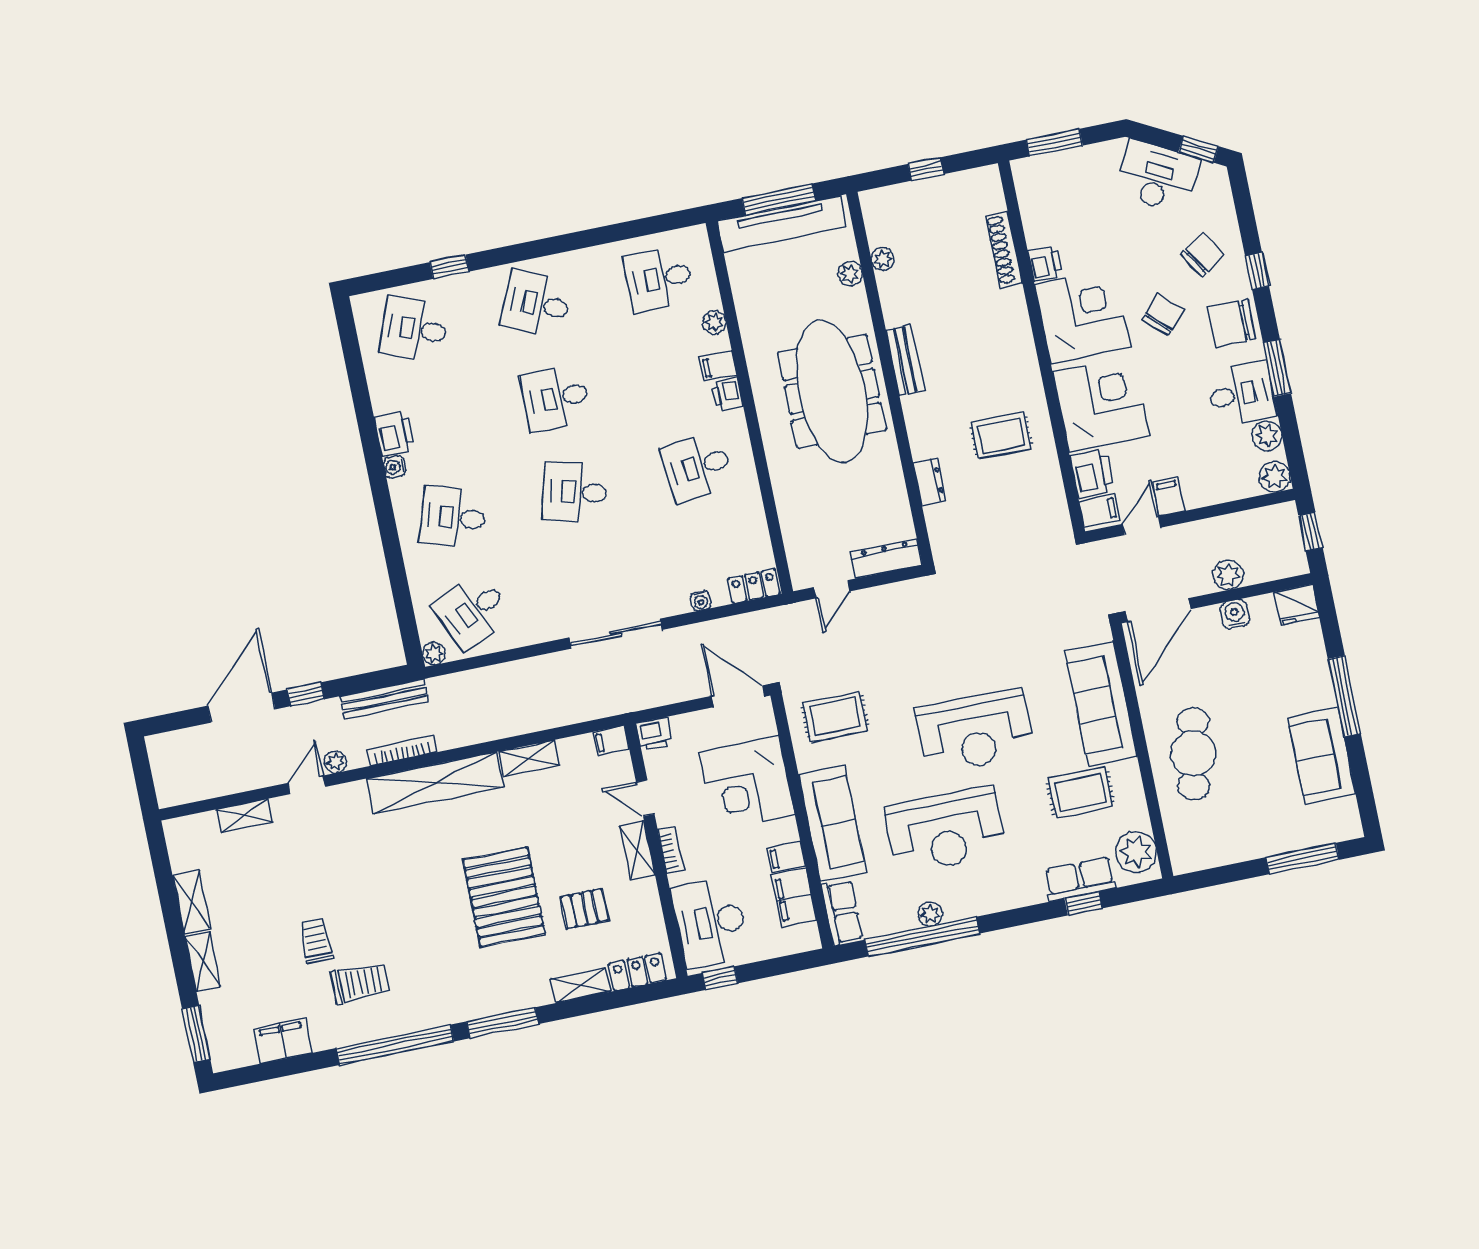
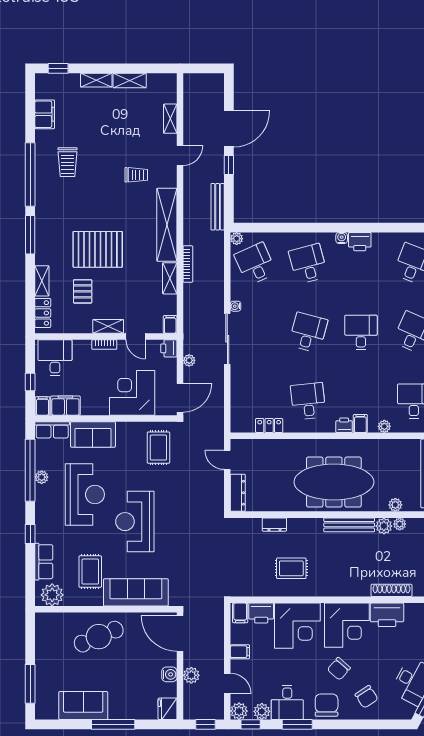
printer: (1045, 263) -> (387, 615), width x1.87, depth x1.48
window: (1257, 271) -> (251, 724), moved
plant: (892, 286) -> (384, 526), added
chair: (1163, 314) -> (339, 669), turned 88
bench: (905, 361) -> (349, 525), width x1.36
rug: (1001, 436) -> (291, 568), turned 90
desk: (453, 517) -> (308, 264), turned -33
door: (1142, 526) -> (227, 683), moved
locker: (754, 586) -> (269, 425), moved, turned -90
water cooler: (701, 601) -> (236, 306), moved
door: (242, 708) -> (229, 129), hinge flipped
bookcase: (402, 751) -> (188, 264), moved
cafe table: (1193, 754) -> (99, 637), turned -34
plant: (335, 762) -> (189, 360), moved
door: (307, 785) -> (180, 155), hinge flipped
door: (645, 798) -> (135, 336), swing flipped
sofa: (832, 824) -> (93, 434), width x0.73
reception desk: (945, 830) -> (85, 494), turned 180
filing cabinet: (786, 857) -> (43, 406), moved
window: (1083, 903) -> (30, 534), moved
desk: (710, 923) -> (55, 358), width x0.73
trolley: (316, 941) -> (136, 175), moved
window: (720, 978) -> (30, 382), moved
window: (196, 1034) -> (58, 68), width x0.67

